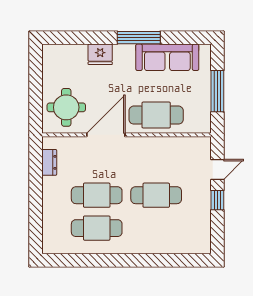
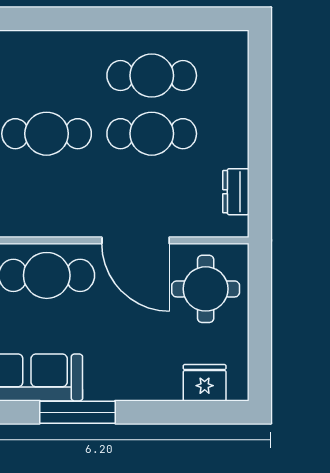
fridge: (100, 54) -> (205, 383), moved
door: (106, 135) -> (136, 240), hinge flipped

